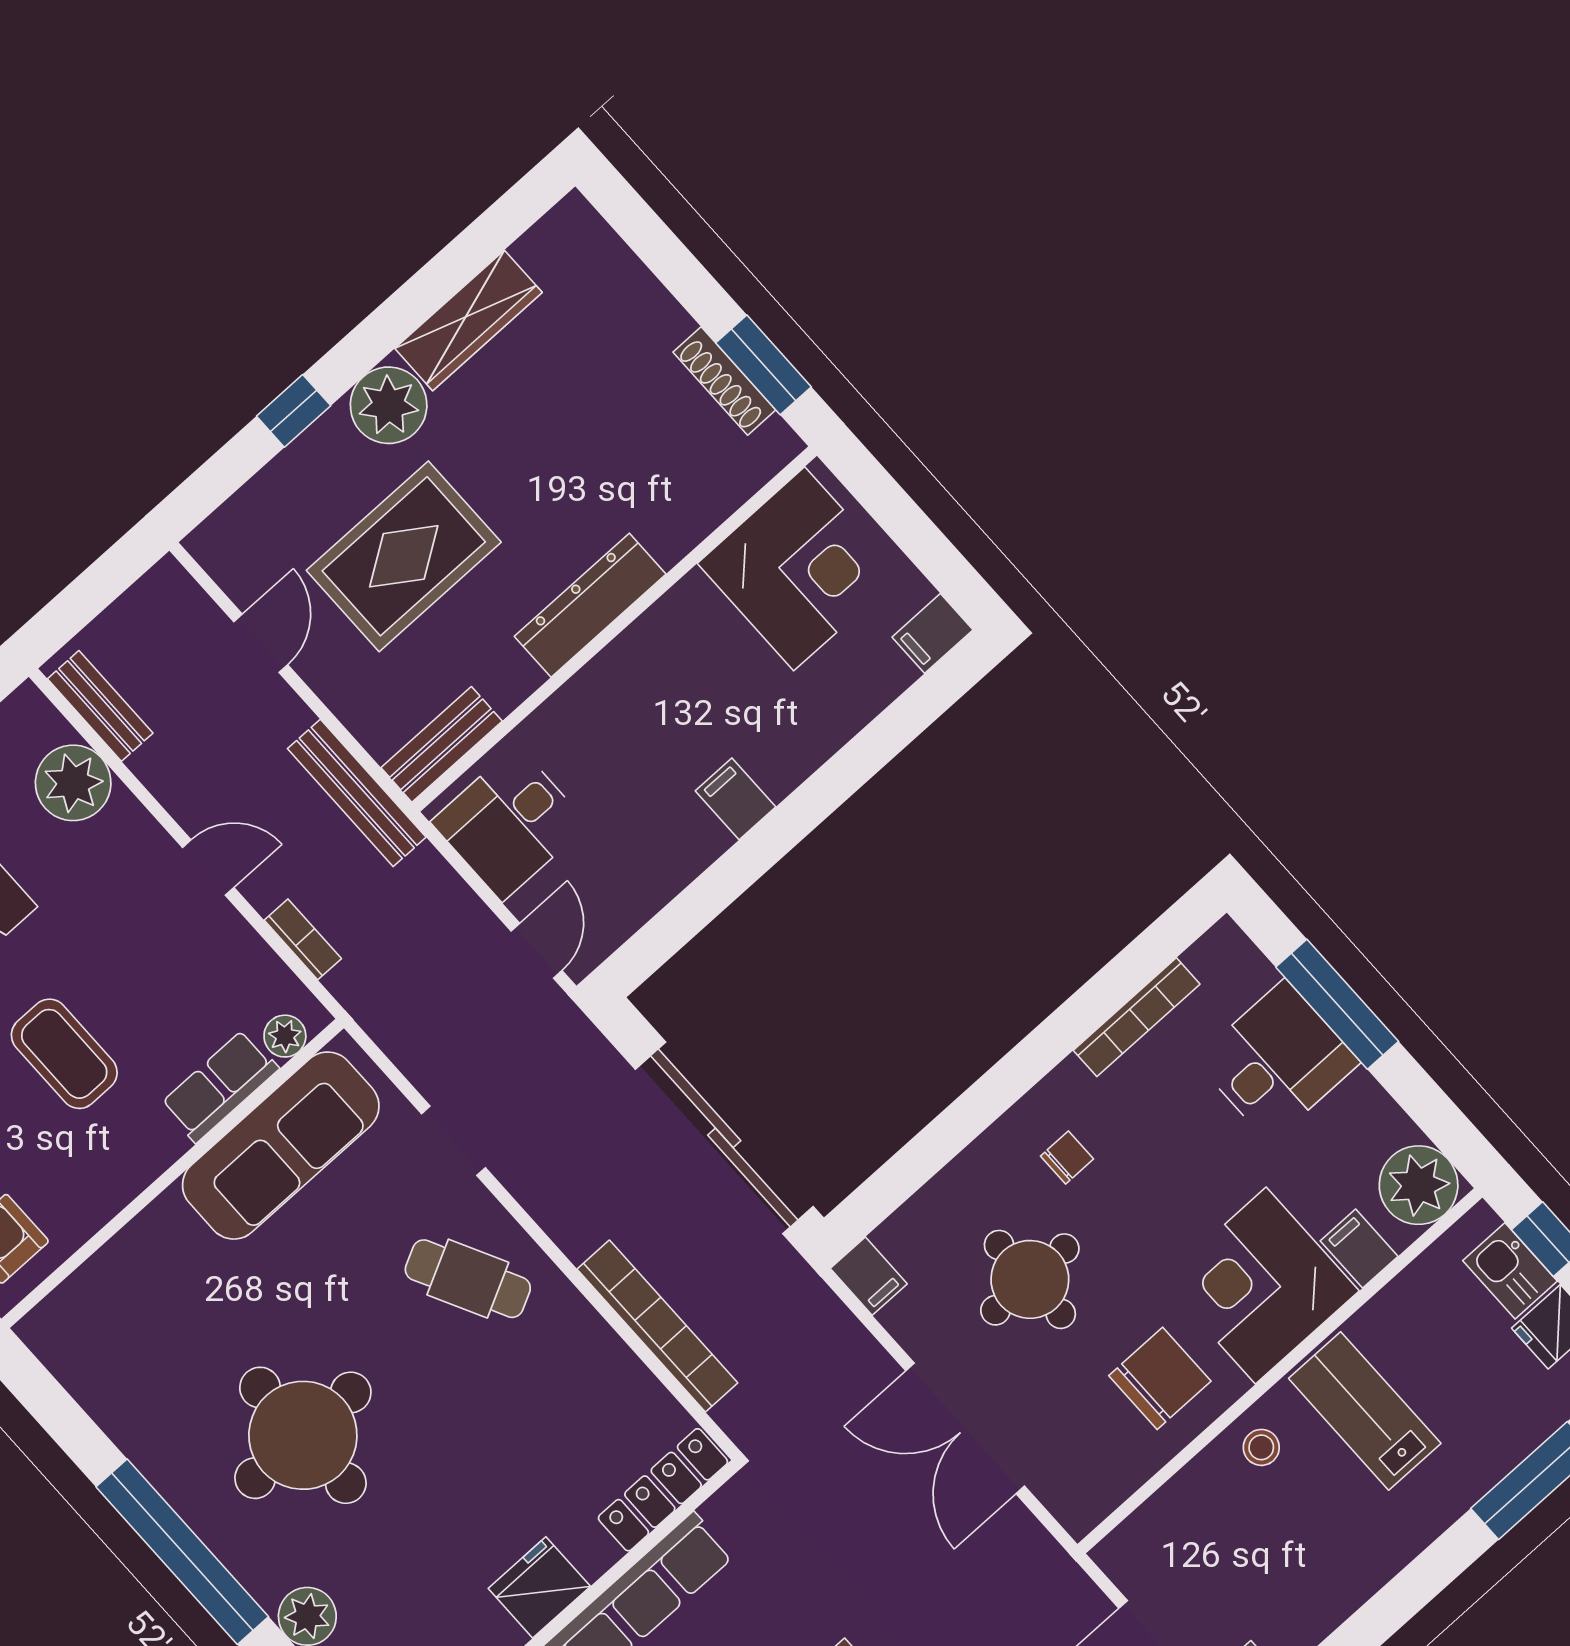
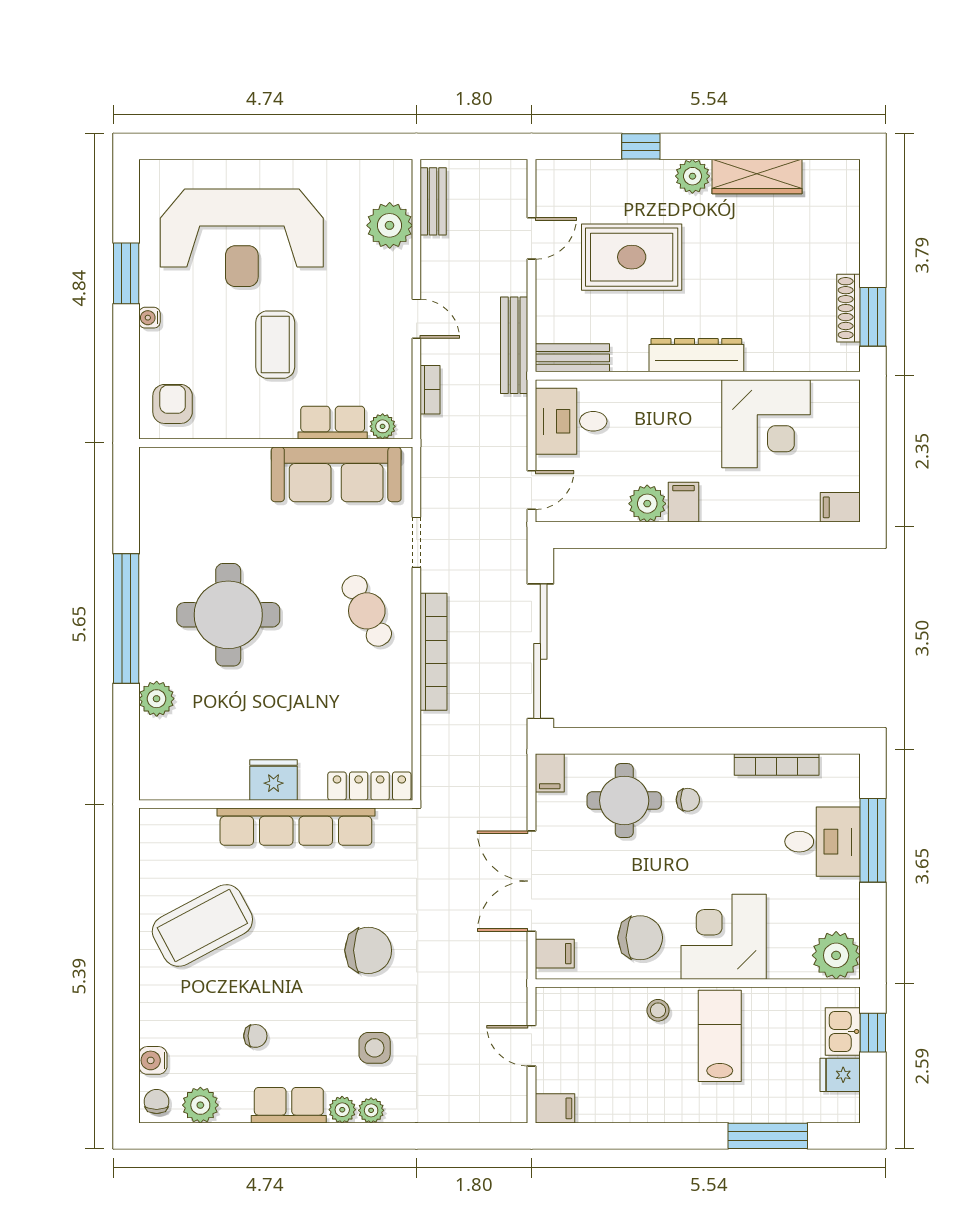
plant: (389, 405) -> (692, 176), width x0.73, depth x0.73
corner desk: (799, 569) -> (766, 424), moved
plant: (693, 840) -> (647, 504), added
filing cabinet: (1359, 1249) -> (555, 954), moved, turned 90
round table: (1030, 1279) -> (624, 800), moved
bookcase: (657, 1326) -> (433, 652), moved

